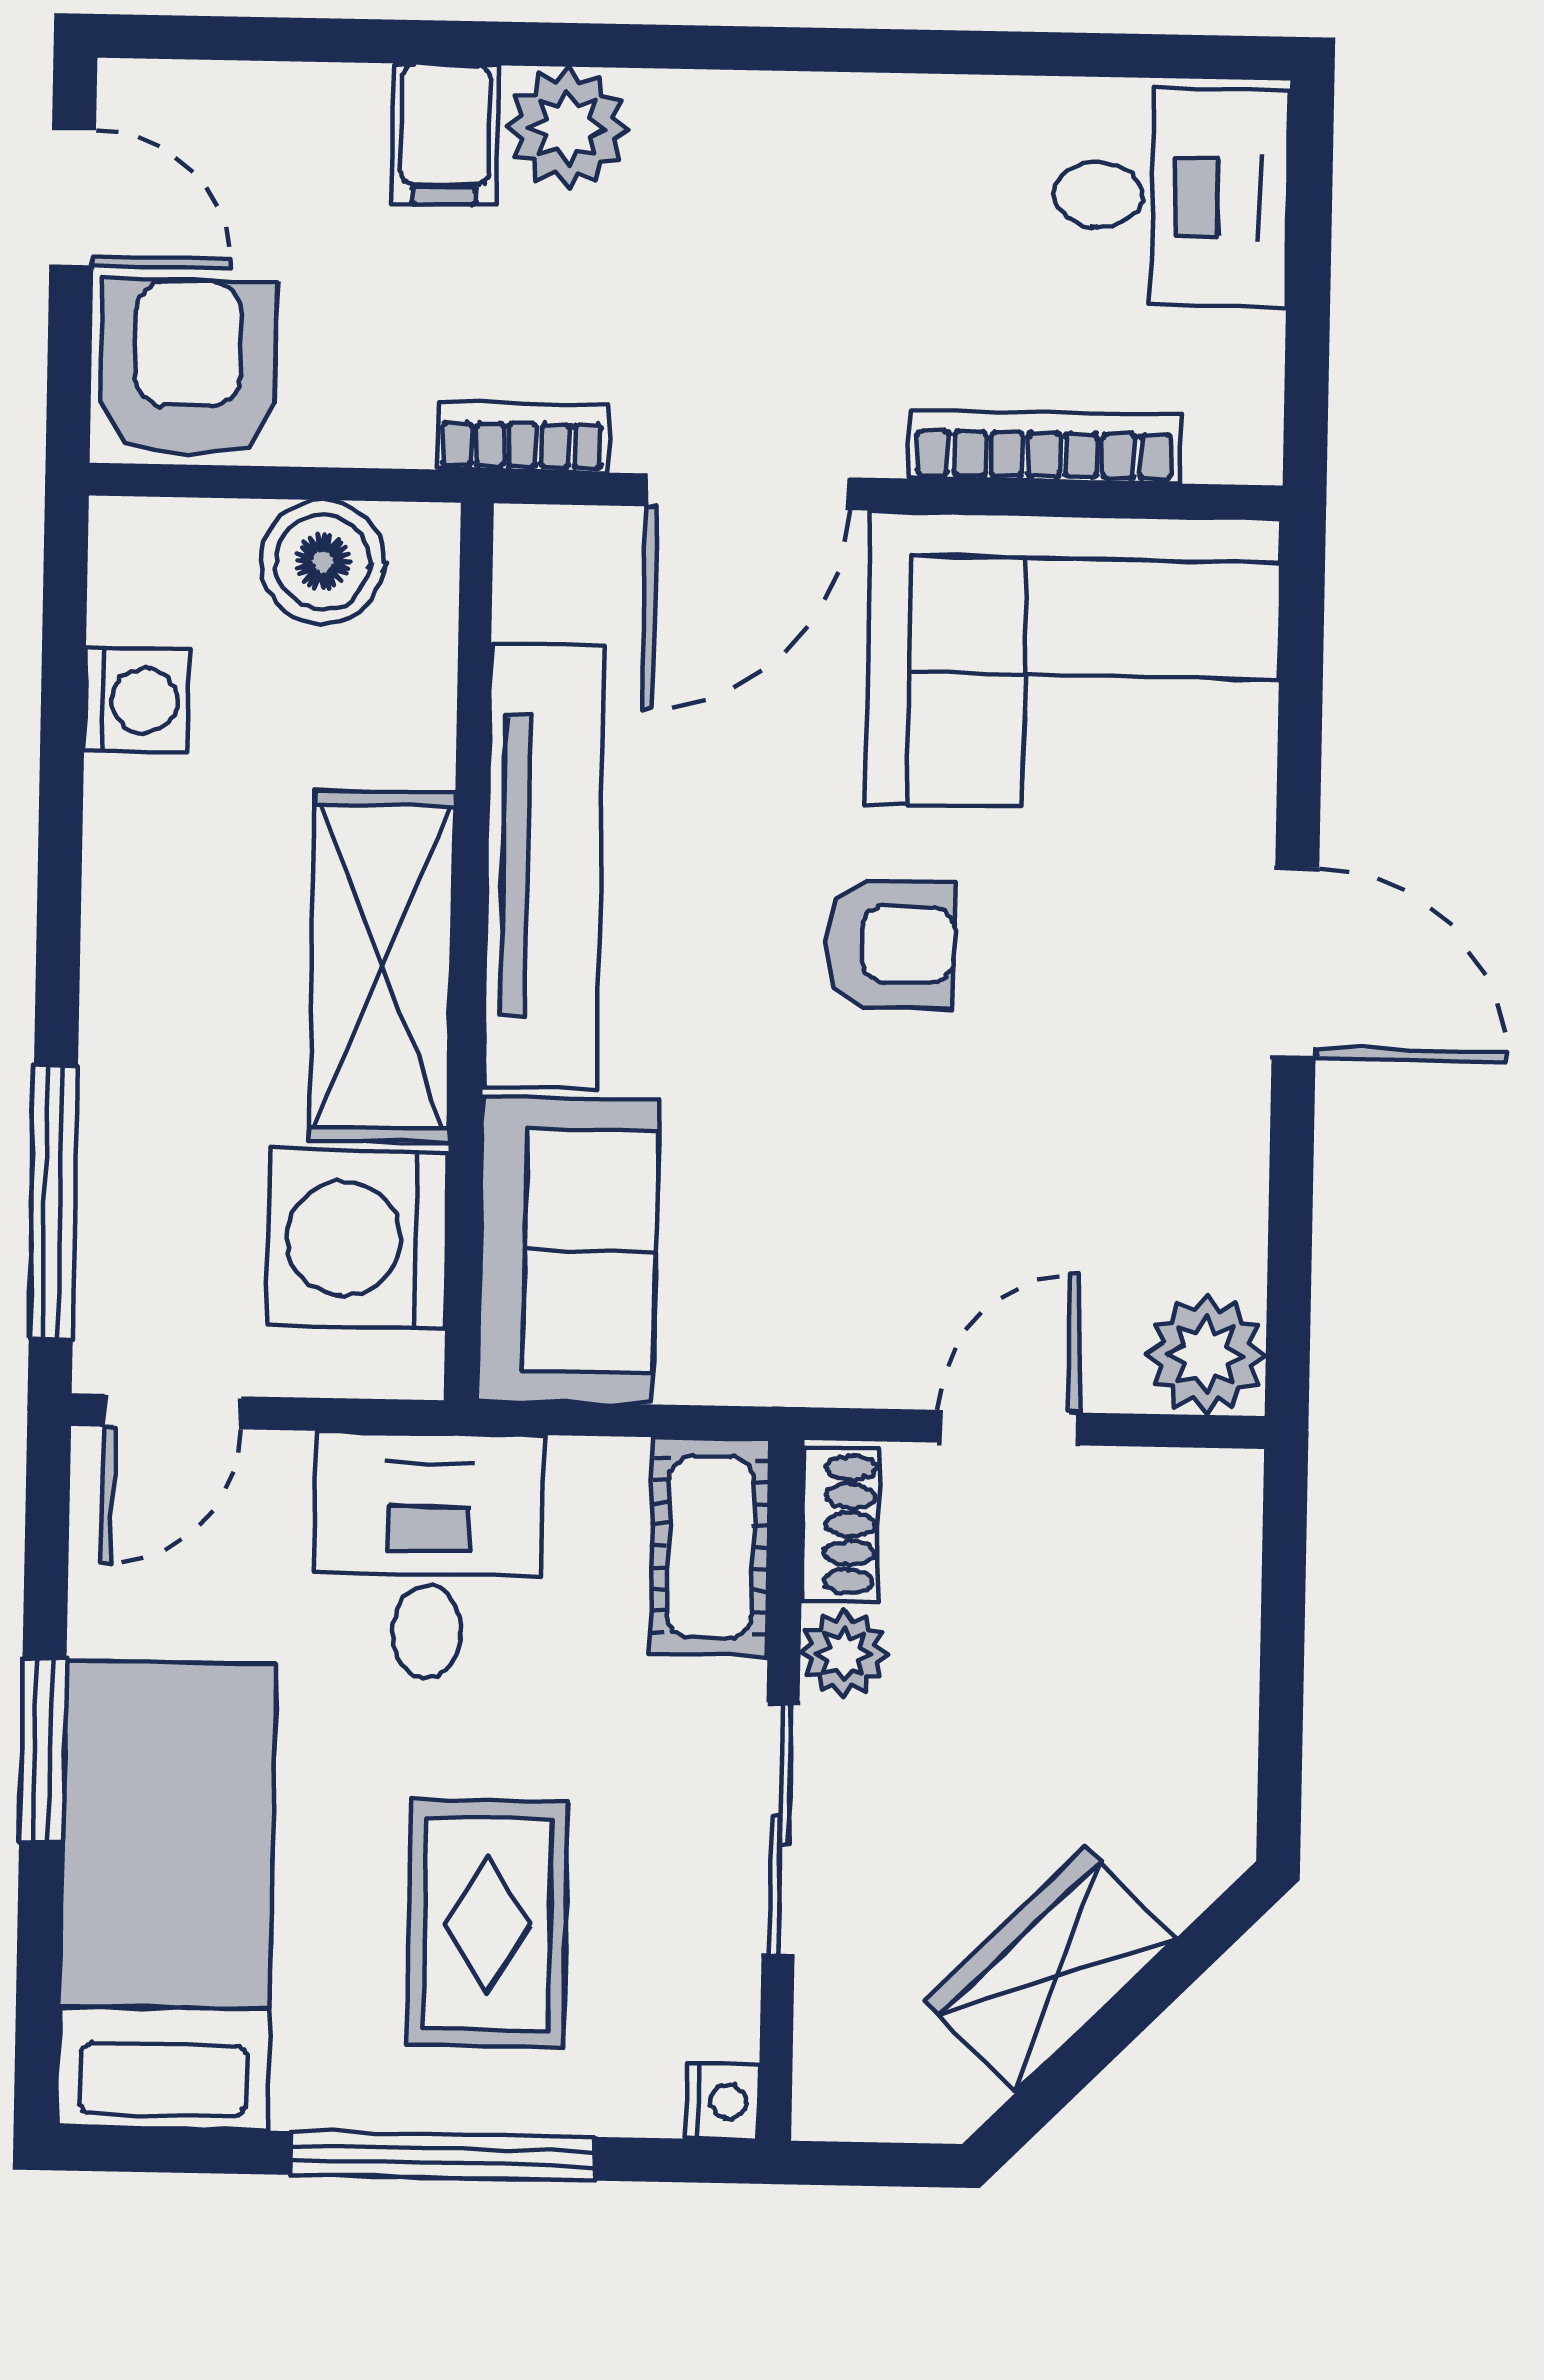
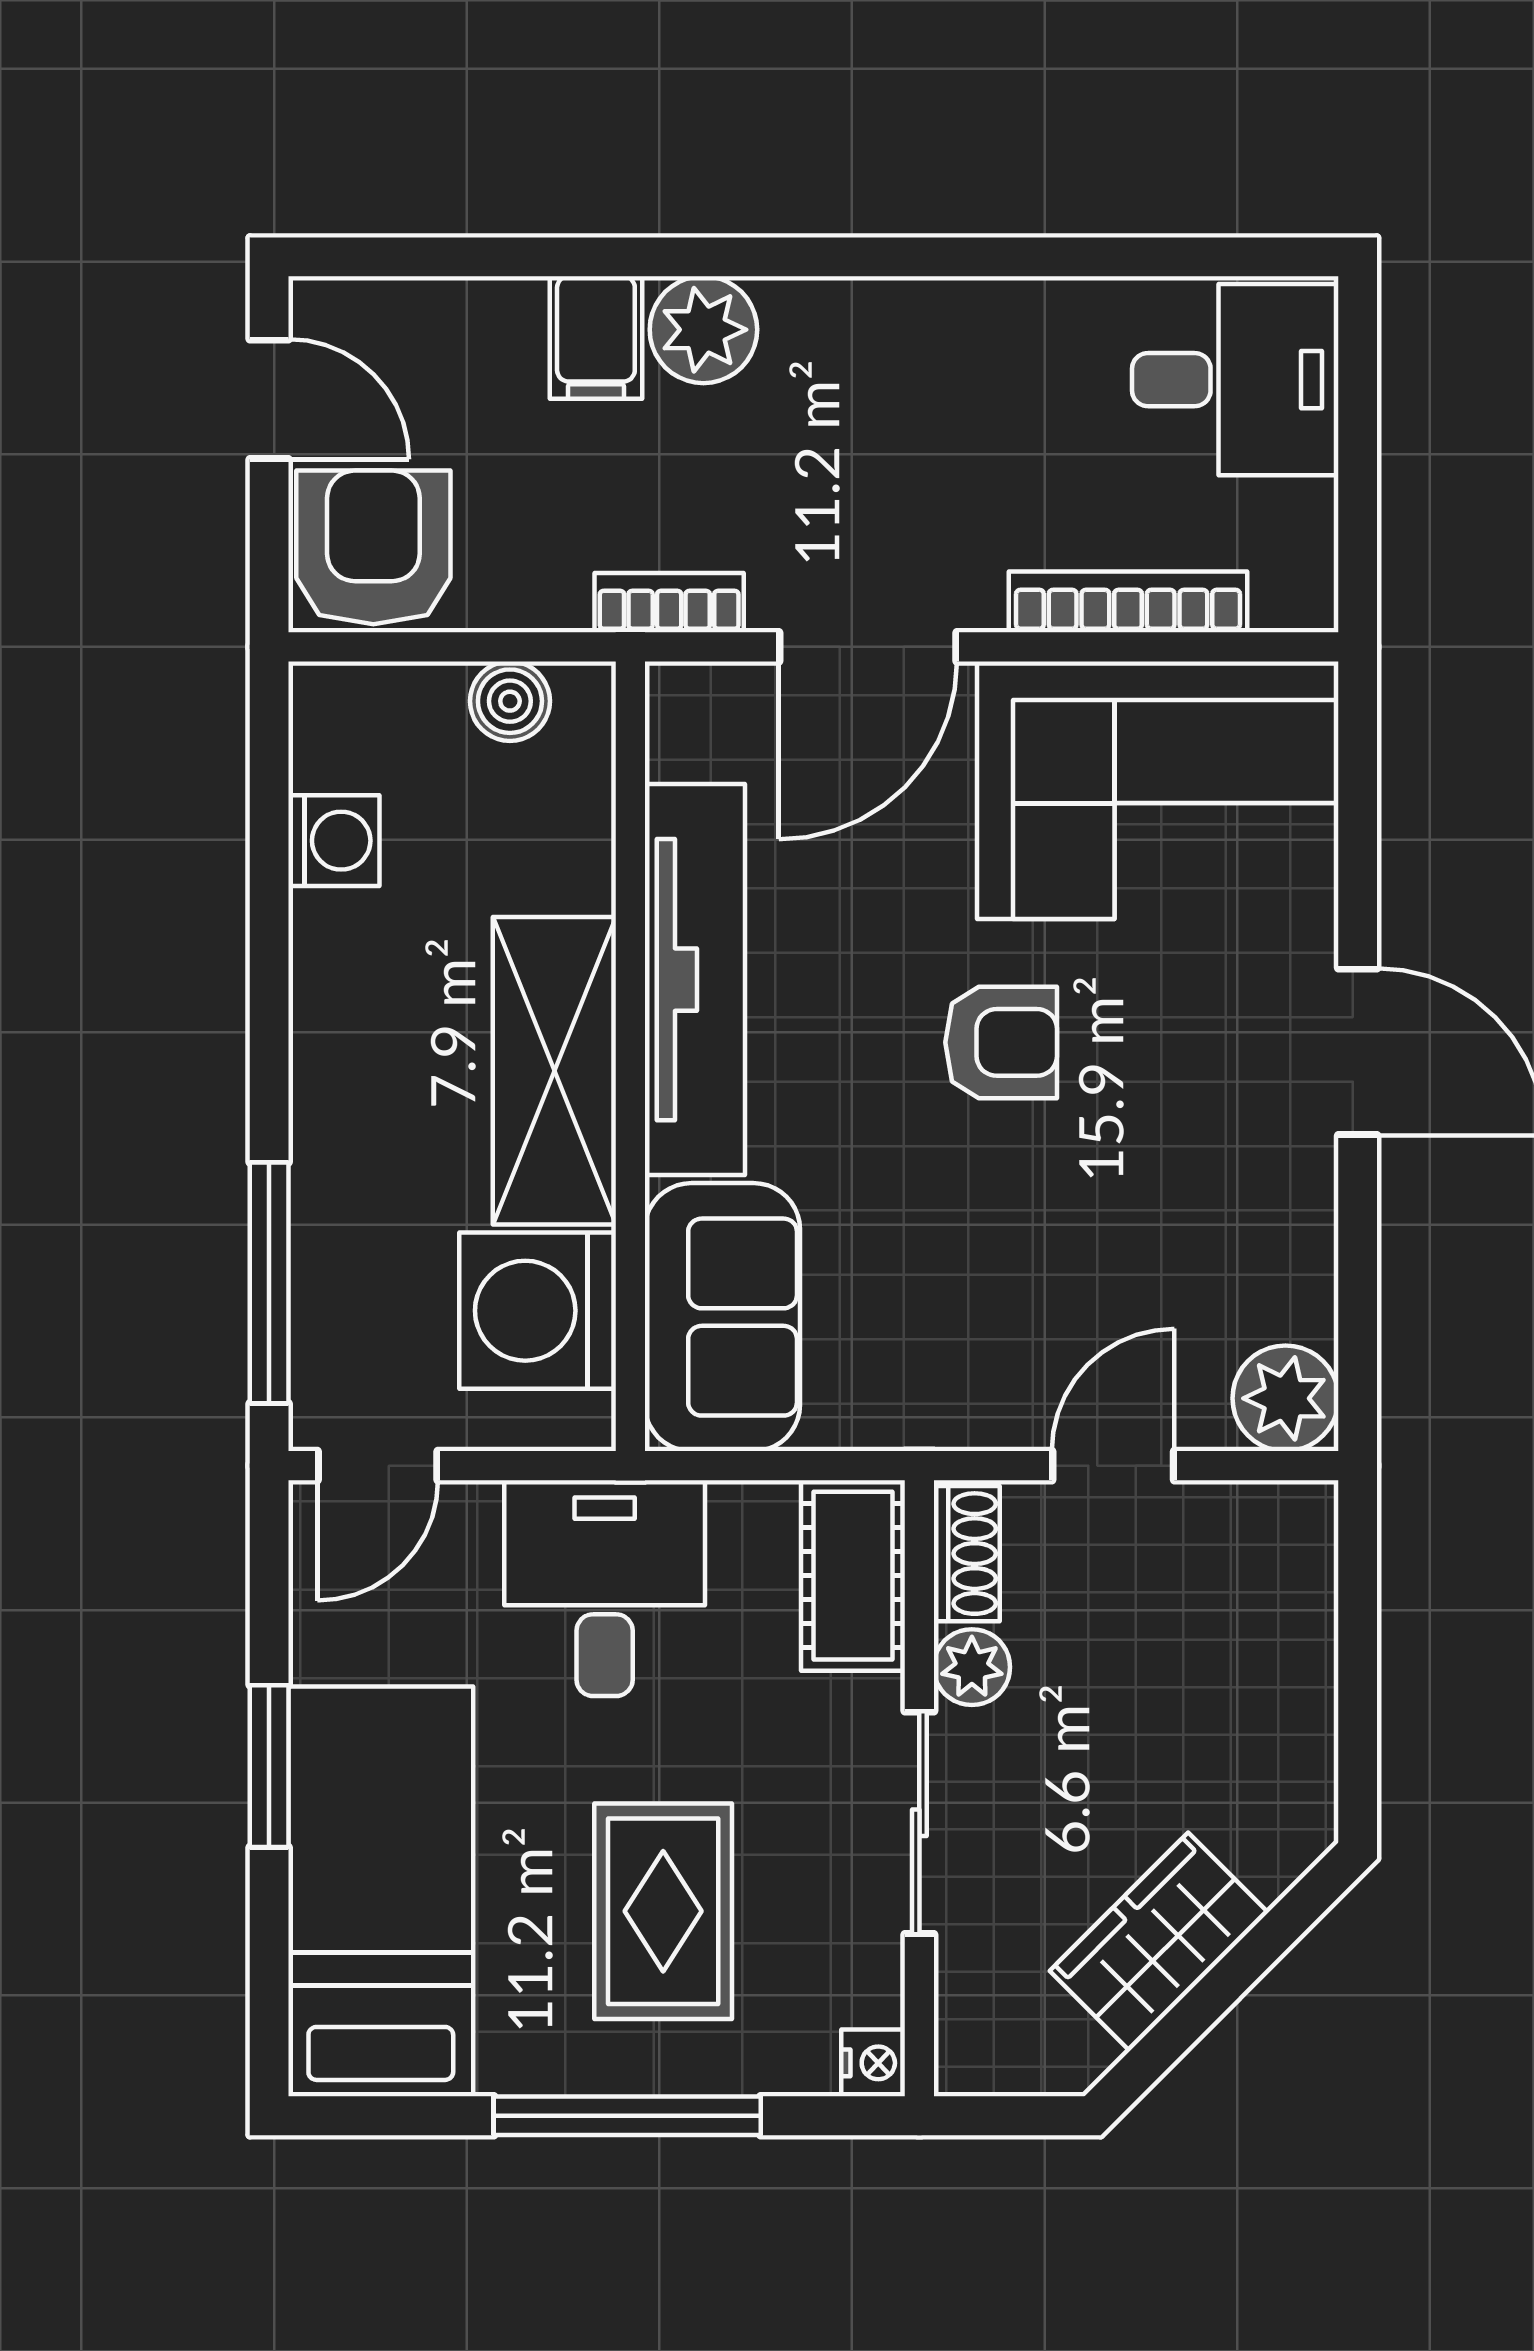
boiler: (323, 562) -> (510, 701), width x0.73, depth x0.73

